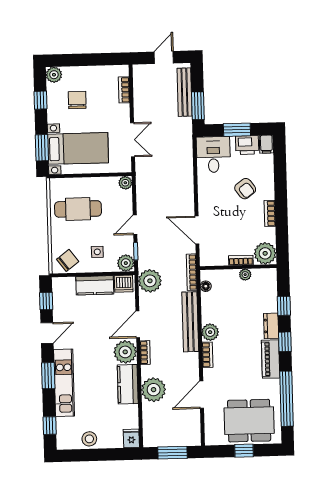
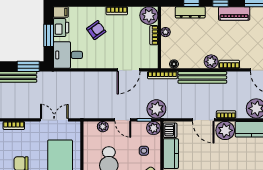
plant: (125, 183) -> (103, 127), moved
plant: (150, 281) -> (156, 109), moved
dresser: (271, 326) -> (190, 12), moved, width x1.44

